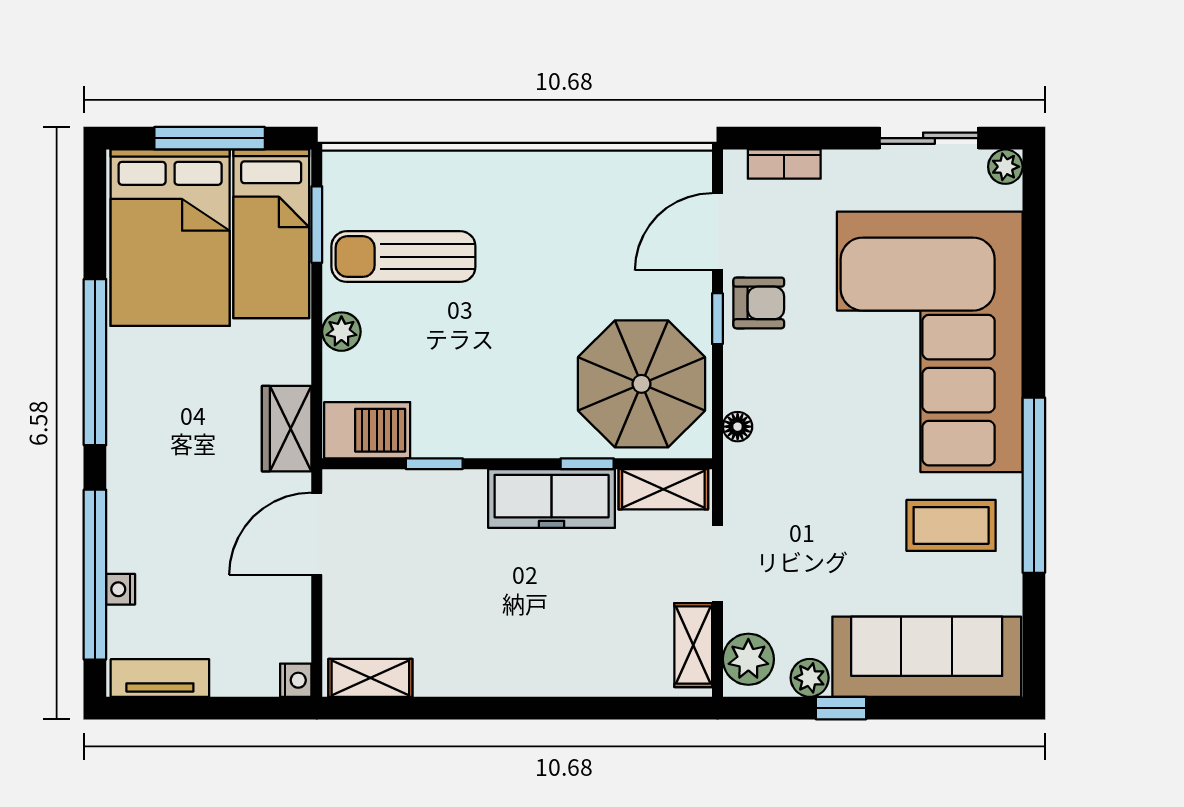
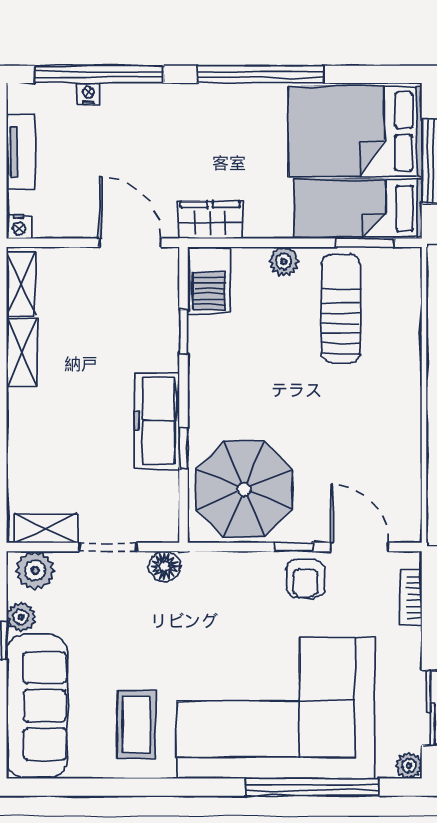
floor lamp: (738, 427) -> (165, 566), moved, width x1.37, depth x1.37
window: (1034, 485) -> (312, 787), moved
shelving: (663, 489) -> (22, 352), moved
tv unit: (160, 678) -> (21, 152), moved

